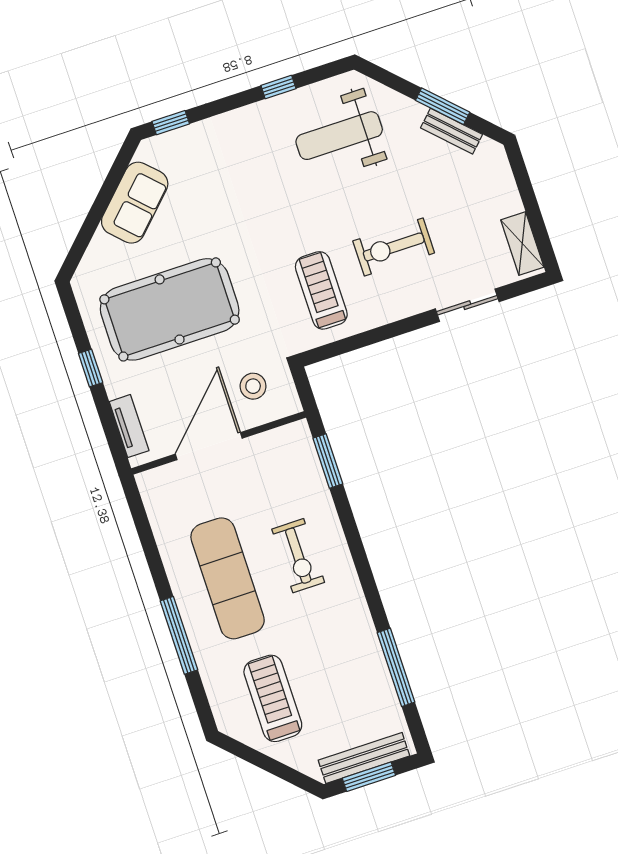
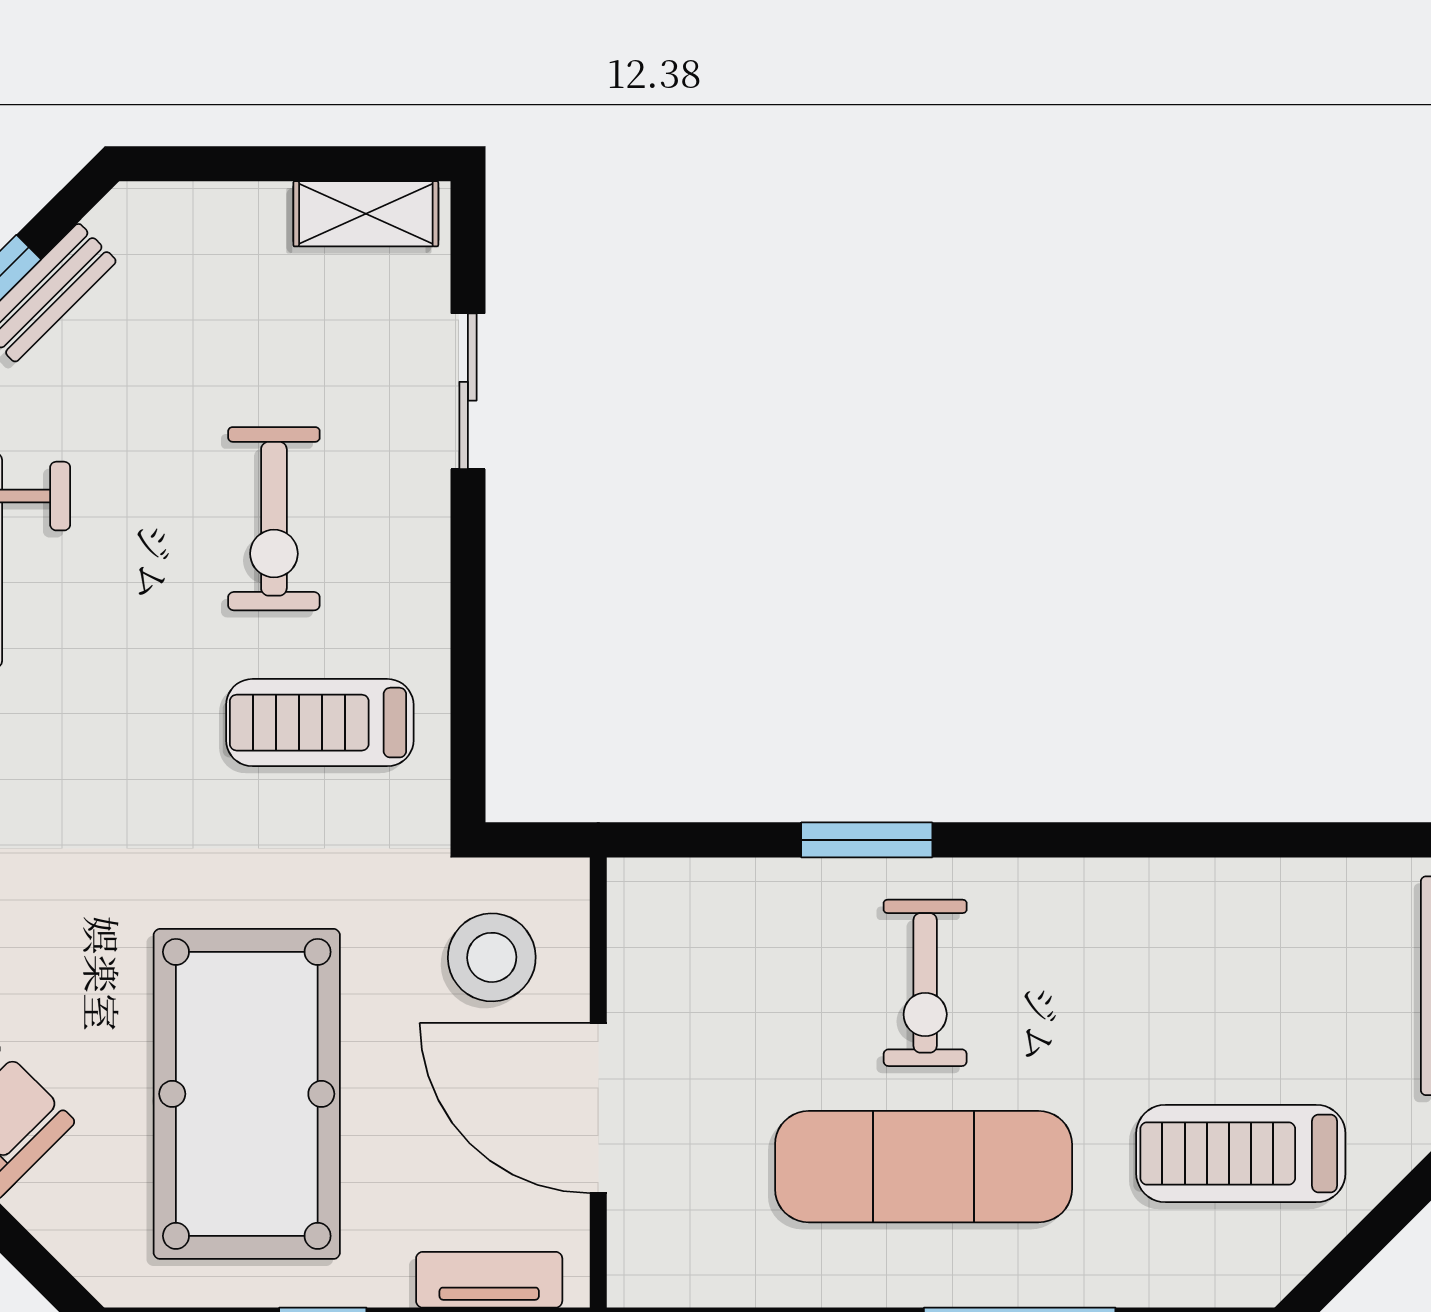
stool: (253, 386) -> (492, 957), width x1.38, depth x1.38
window: (328, 461) -> (867, 840), moved
exercise bike: (298, 556) -> (925, 983), turned 90
window: (396, 667) -> (1264, 840), removed

